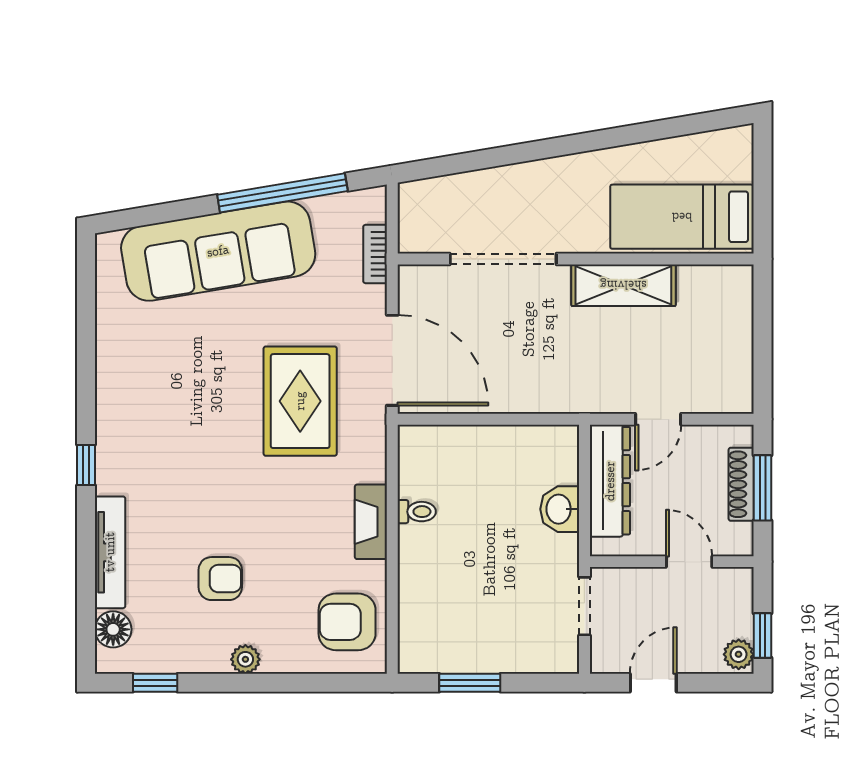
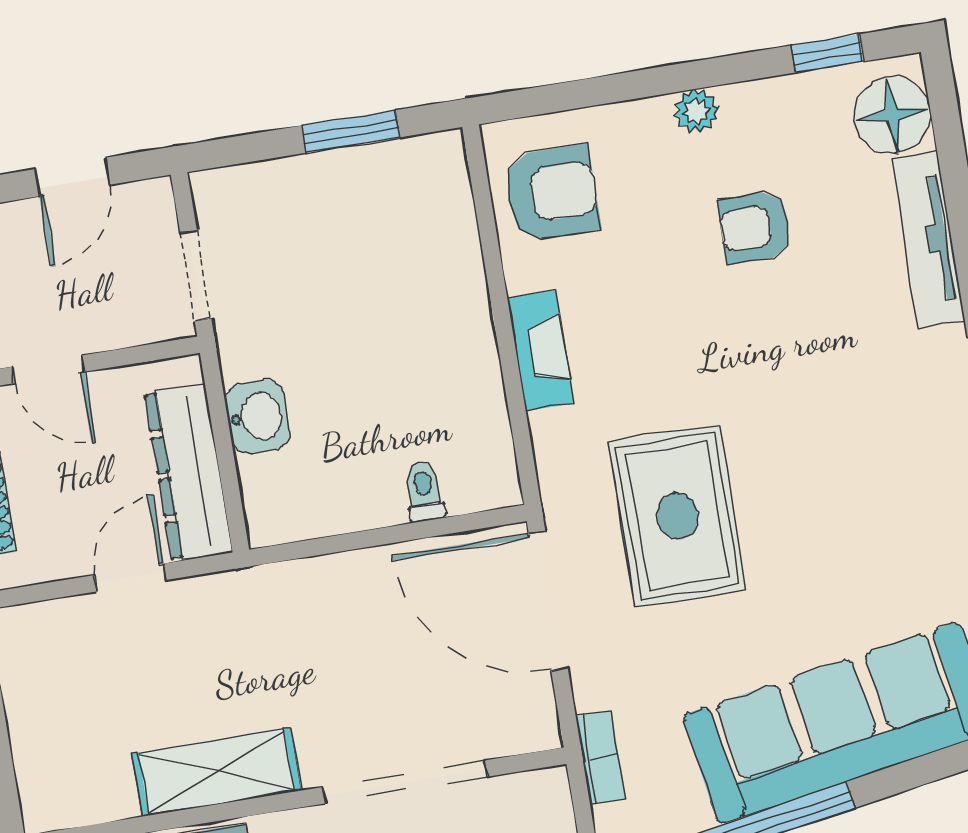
toilet: (417, 512) -> (424, 491), moved, turned 90
floor lamp: (113, 629) -> (892, 115), width x1.38, depth x1.38

